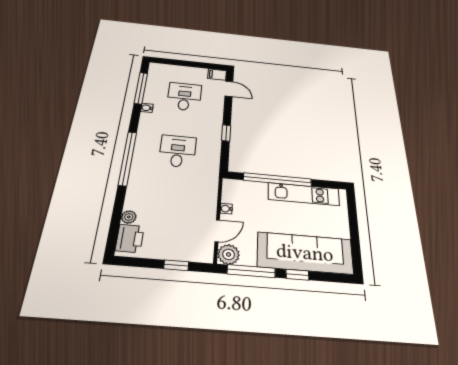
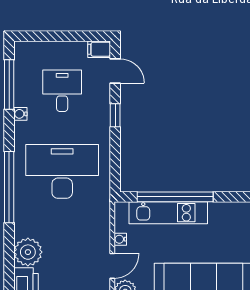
window: (226, 133) -> (115, 115), moved
desk: (178, 151) -> (62, 171), width x1.87, depth x1.30
kitchen unit: (304, 194) -> (168, 213), moved
plant: (129, 217) -> (28, 252), width x1.87, depth x1.87

